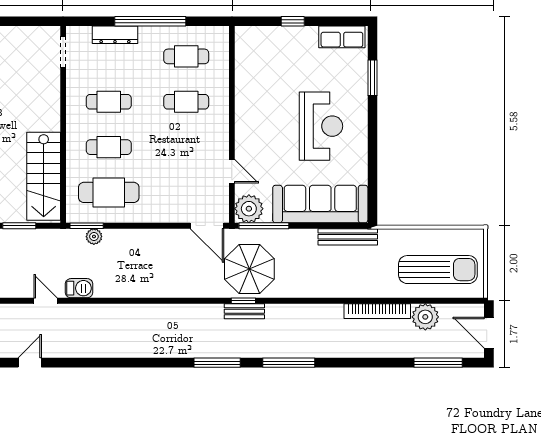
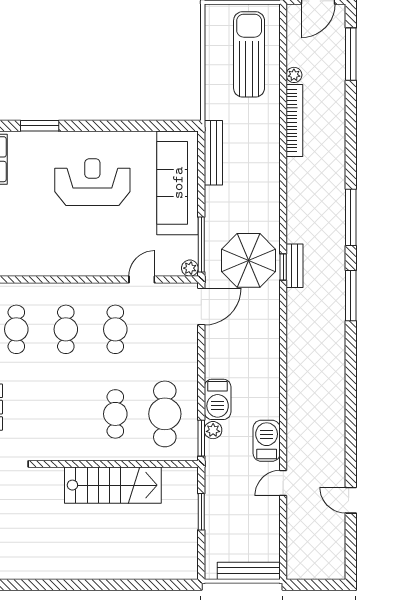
cafe table: (109, 102) -> (115, 329), moved
stairs: (44, 176) -> (113, 485), moved
plant: (249, 209) -> (190, 268), width x0.53, depth x0.53
barbecue: (122, 241) -> (218, 399), added
barbecue: (79, 288) -> (267, 441), width x1.38, depth x1.27
plant: (425, 317) -> (294, 75), width x0.53, depth x0.53

